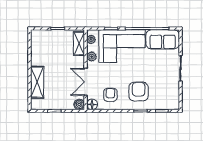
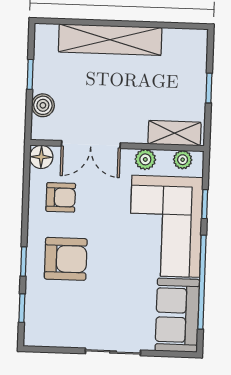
shelving: (37, 82) -> (110, 40), width x1.47
double door: (86, 82) -> (91, 145), swing flipped
boiler: (79, 104) -> (43, 105), moved

